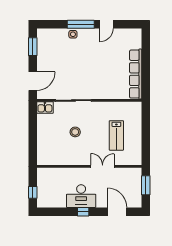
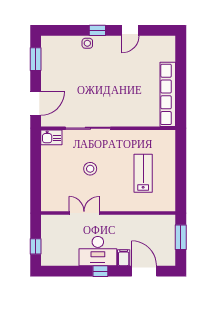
window: (81, 24) -> (97, 30), width x0.46
lab bench: (116, 135) -> (143, 173), turned 180
double door: (103, 166) -> (84, 213), moved
filing cabinet: (101, 201) -> (124, 258), added

